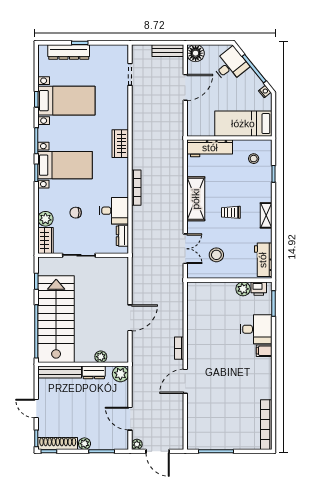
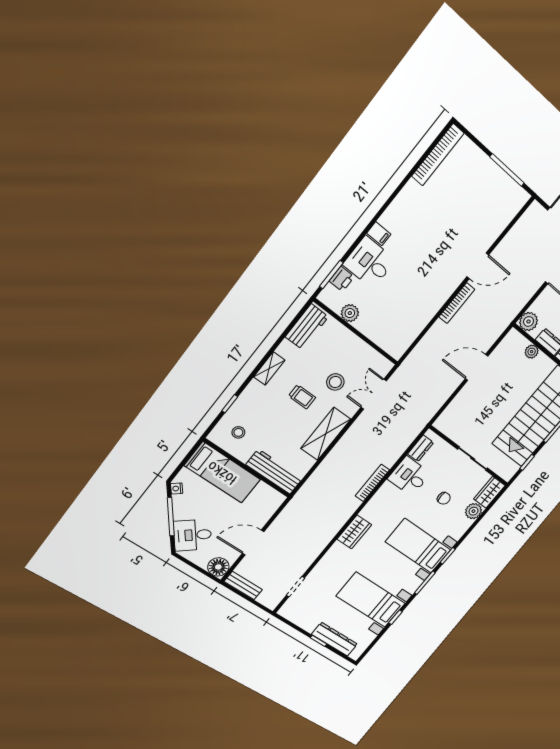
stool: (216, 255) -> (335, 382), moved
printer: (259, 289) -> (342, 279), moved, turned 90
bookcase: (179, 348) -> (457, 303), width x1.56

